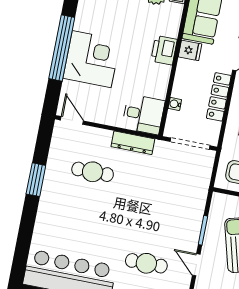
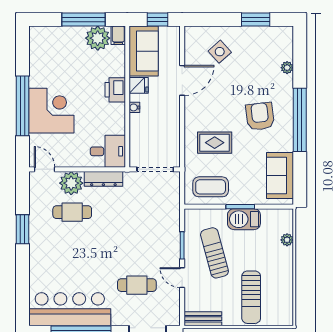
locker: (219, 97) -> (173, 122), removed
water cooler: (175, 104) -> (134, 107), moved
plant: (98, 141) -> (71, 183), added

